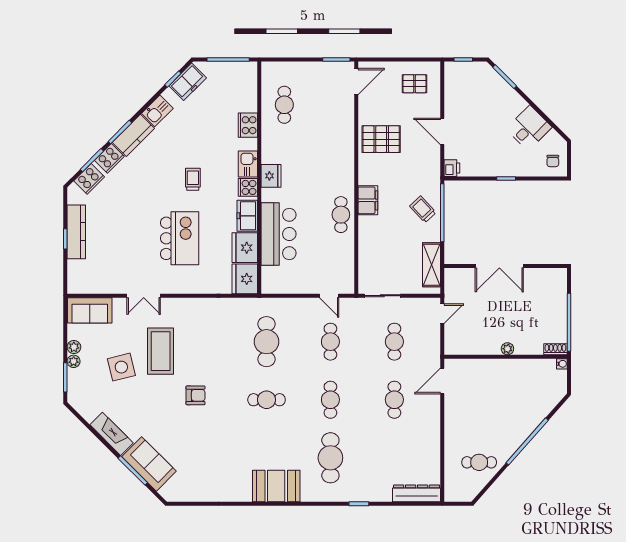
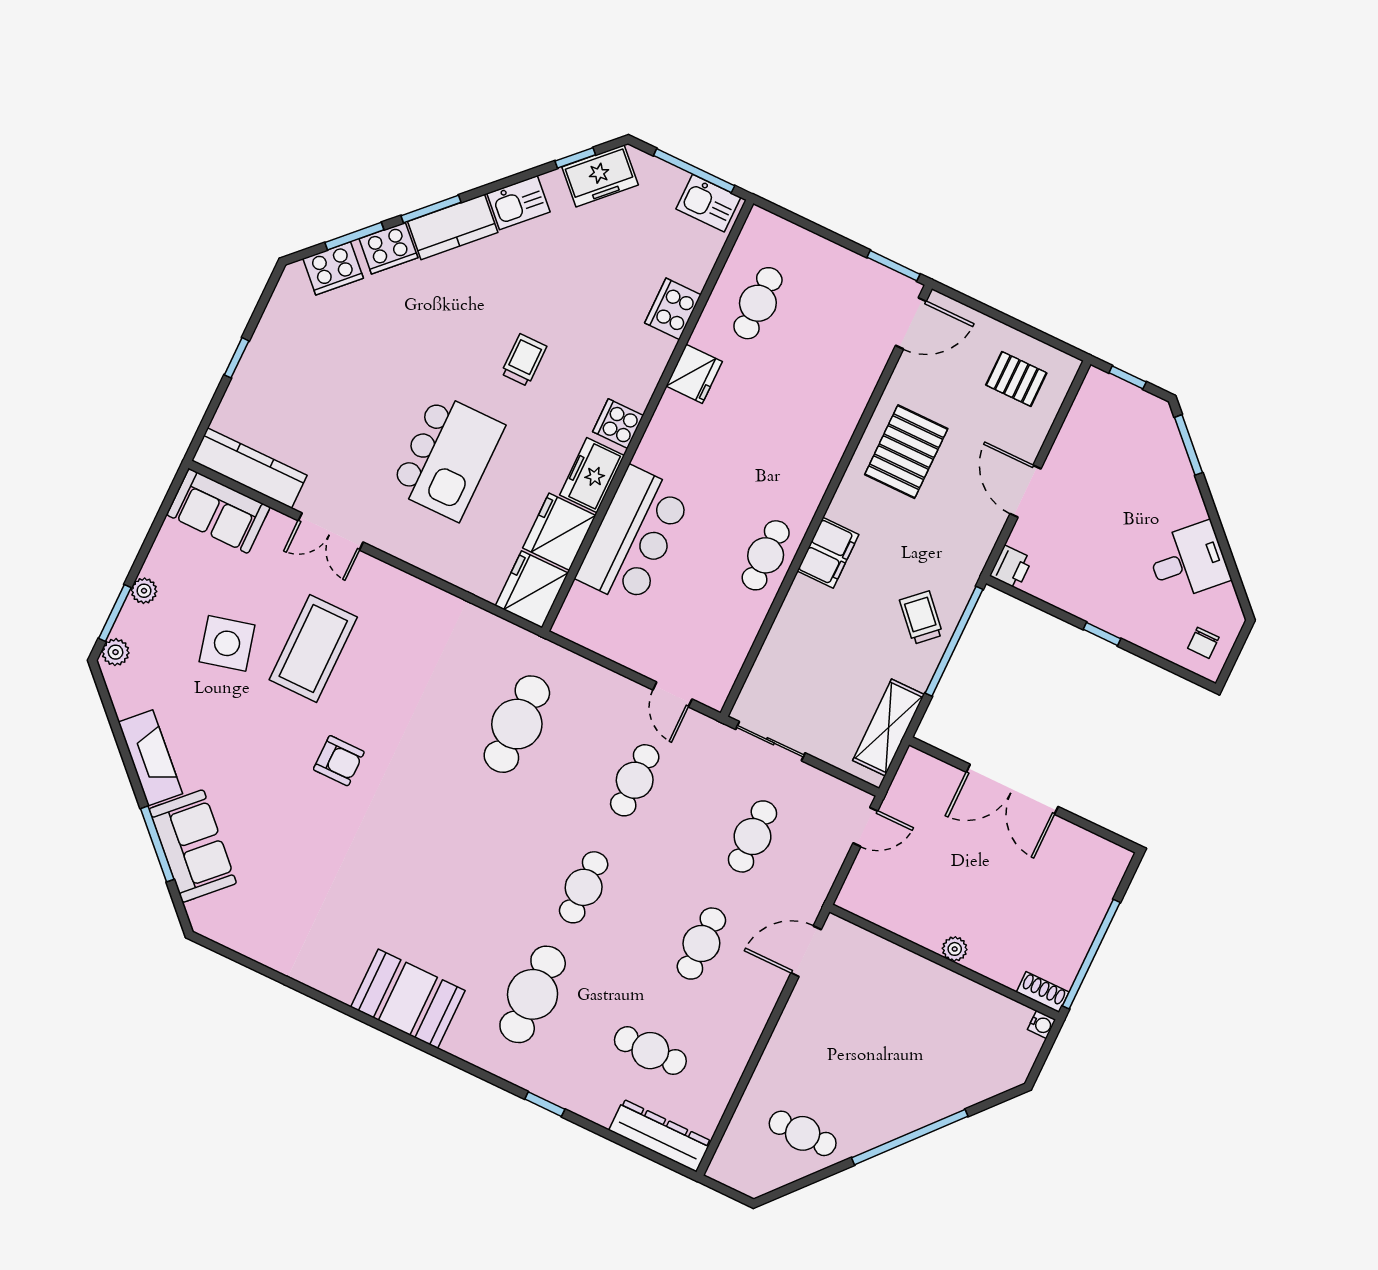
pallet: (381, 139) -> (906, 452), turned 90
kitchen sink: (248, 164) -> (708, 203), moved, turned -90
fridge: (271, 176) -> (694, 374), moved
kitchen counter: (76, 232) -> (249, 468), moved, turned -90
plant: (74, 347) -> (116, 652), moved
cafe table: (267, 400) -> (650, 1051), moved

